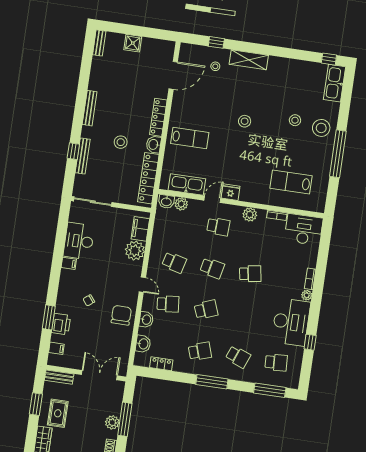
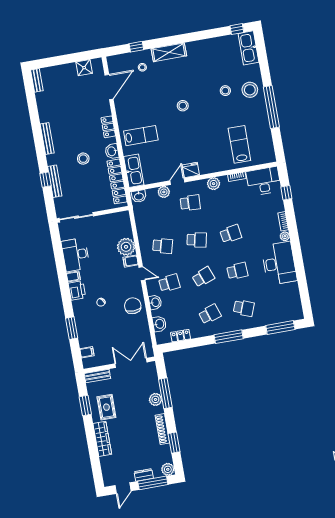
shower: (133, 43) -> (84, 68), moved
locker: (158, 117) -> (108, 127), width x0.66
lab bench: (291, 182) -> (239, 144), turned 90
kitchen sink: (187, 185) -> (134, 171), moved, turned 90
plant: (181, 204) -> (164, 192), moved
filing cabinet: (140, 229) -> (131, 261), moved, width x0.50
printer: (61, 324) -> (77, 290), moved
window: (310, 342) -> (286, 193), moved
school desk: (276, 362) -> (237, 271), moved

